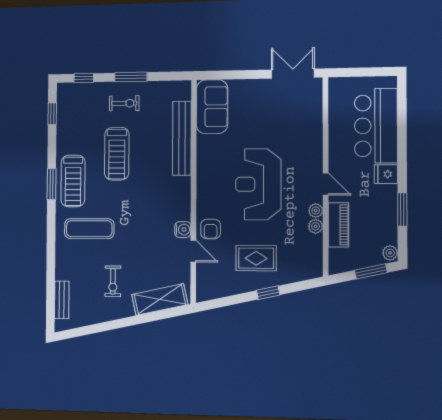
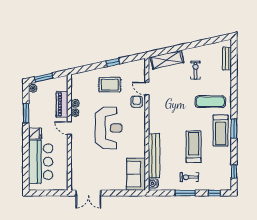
treadmill: (73, 181) -> (221, 130), turned 180
water cooler: (183, 230) -> (153, 183), moved
window: (268, 293) -> (113, 62), moved

